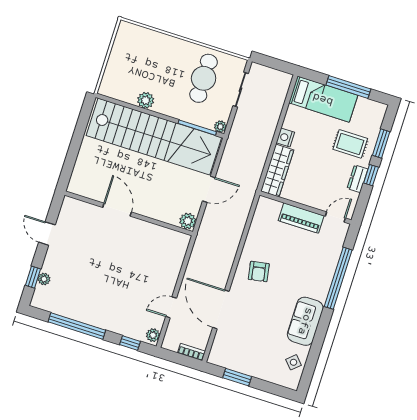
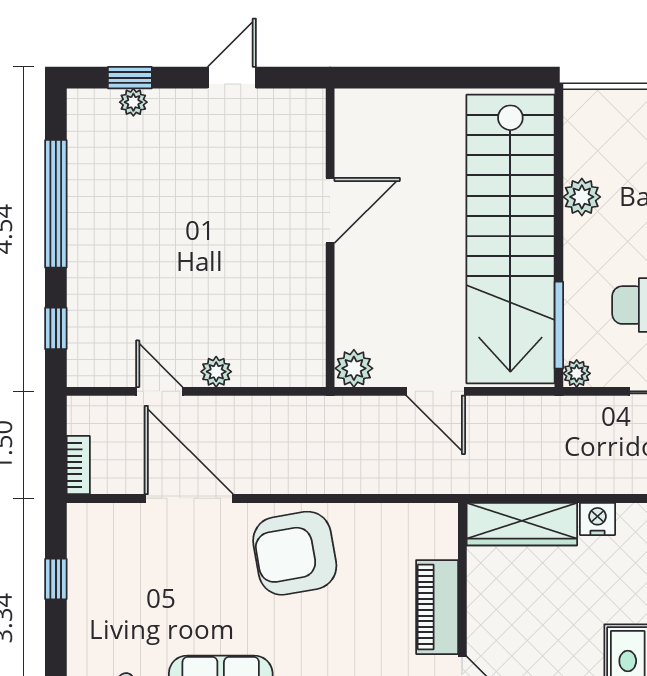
armchair: (259, 272) -> (295, 553), width x1.88, depth x1.88
door: (221, 309) -> (189, 498), hinge flipped
plant: (153, 335) -> (216, 372), moved
window: (237, 377) -> (56, 579), width x0.67

